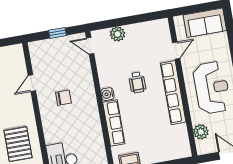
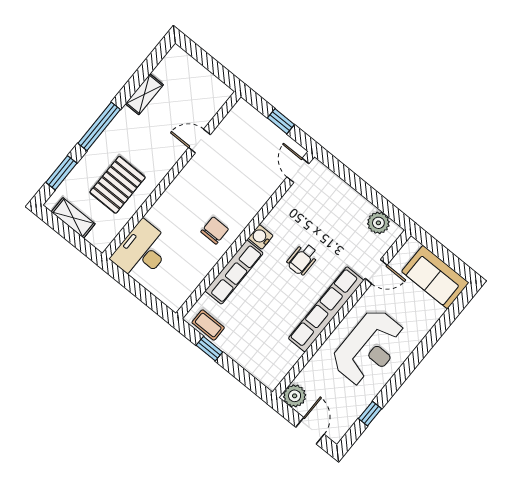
plant: (117, 34) -> (378, 223), moved
chair: (63, 98) -> (215, 230), moved, turned -90
plant: (201, 132) -> (295, 396), moved

